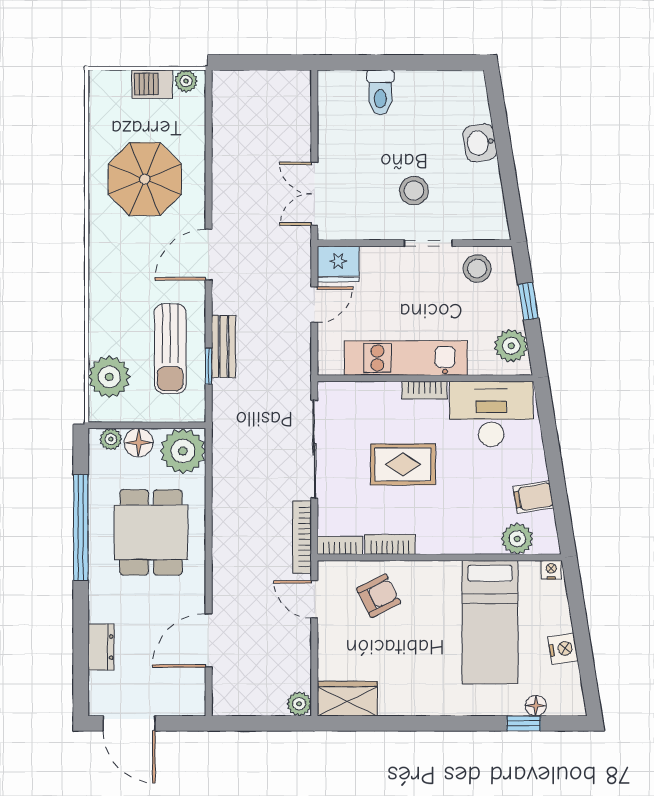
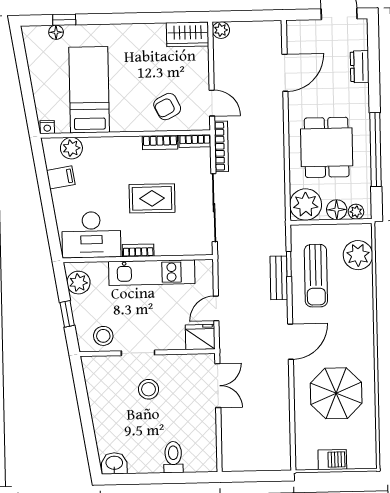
plant: (186, 81) -> (309, 462), removed
washbasin: (480, 143) -> (114, 463), moved, turned -81
sun lounger: (170, 349) -> (316, 276), turned 180
nightstand: (563, 649) -> (38, 72), removed

